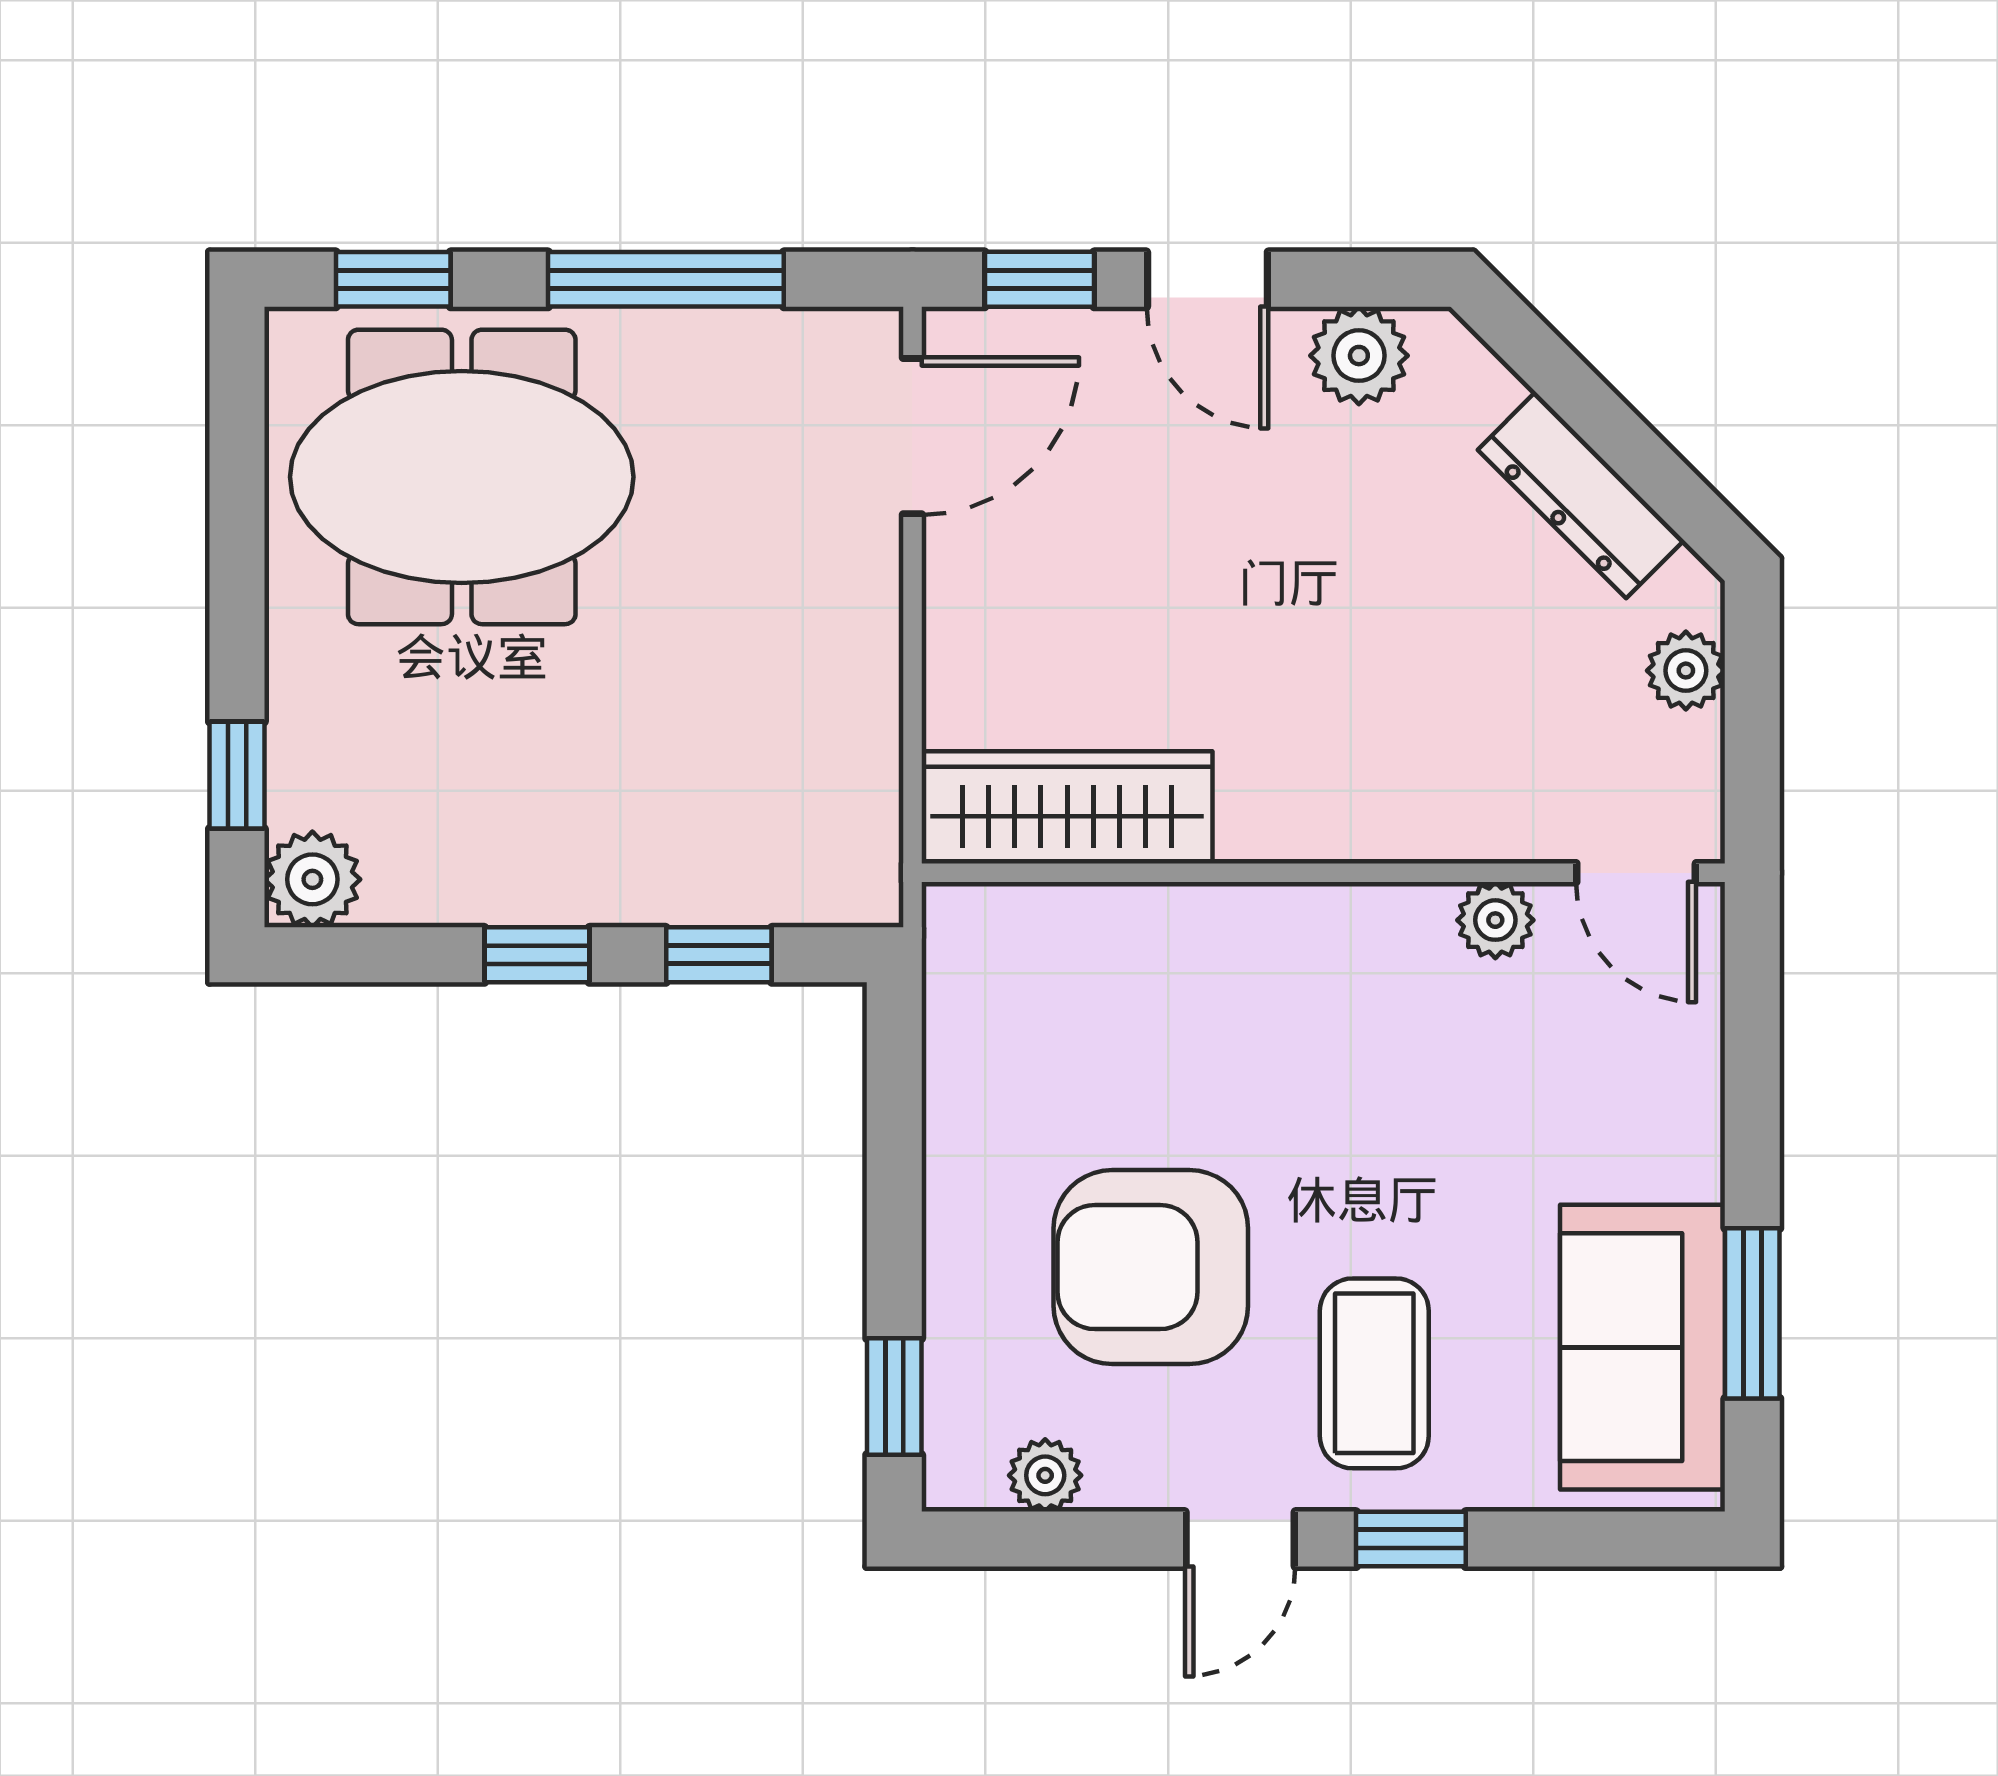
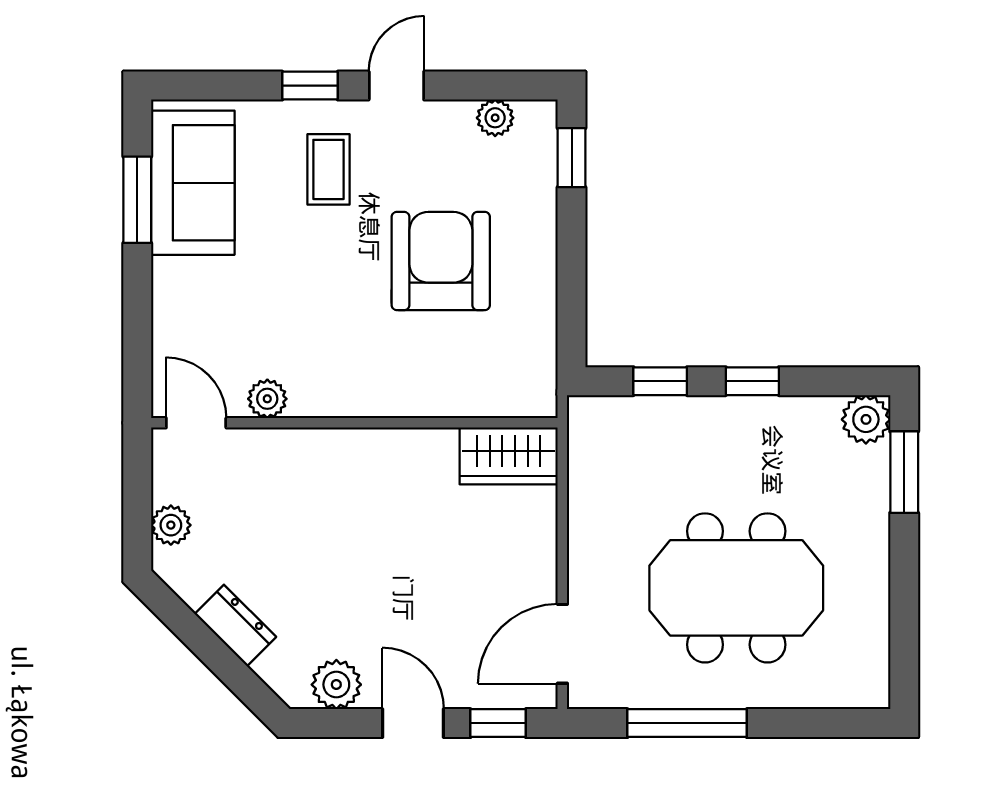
window: (393, 279) -> (825, 723), removed
meeting table: (462, 477) -> (736, 588), moved
dresser: (1581, 495) -> (235, 625), width x0.70
window: (237, 775) -> (904, 472), width x1.50
wardrobe: (1067, 807) -> (509, 456), width x0.67
armchair: (1151, 1267) -> (441, 261), moved, turned -90
coffee table: (1374, 1373) -> (329, 169), width x0.73, depth x0.77

